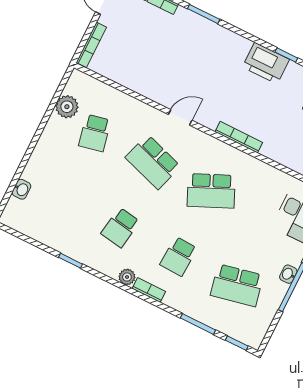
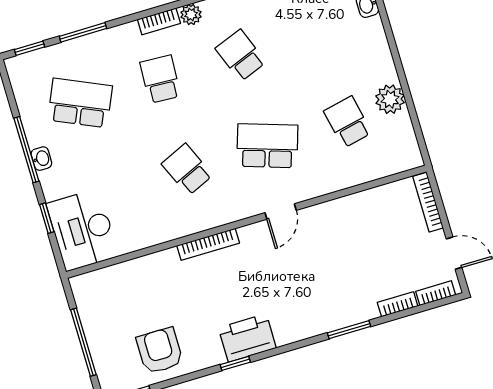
plant: (67, 107) -> (390, 99), moved
school desk: (211, 191) -> (187, 170), width x0.54
school desk: (120, 227) -> (241, 55), turned -30
school desk: (237, 285) -> (80, 103), turned 36

